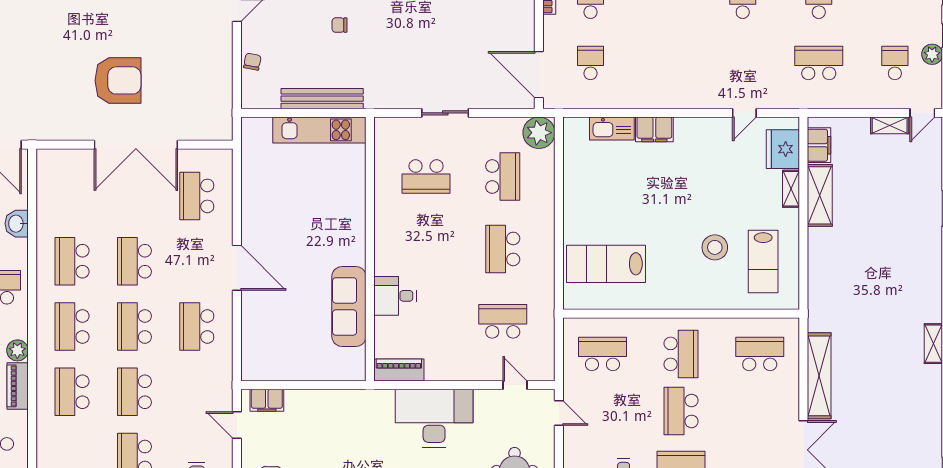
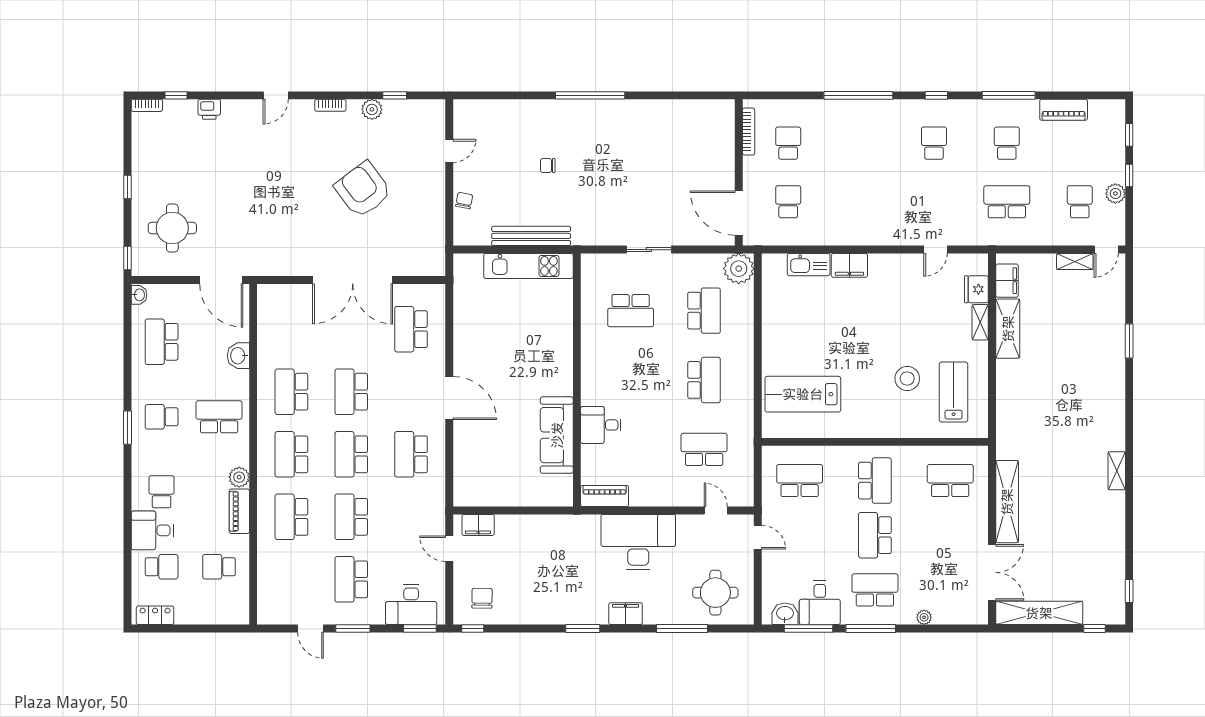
armchair: (118, 80) -> (363, 190), moved, turned -127
fridge: (783, 149) -> (976, 289), width x0.73, depth x0.75
school desk: (503, 249) -> (704, 380), turned 180
lab bench: (763, 262) -> (954, 392), turned 180

